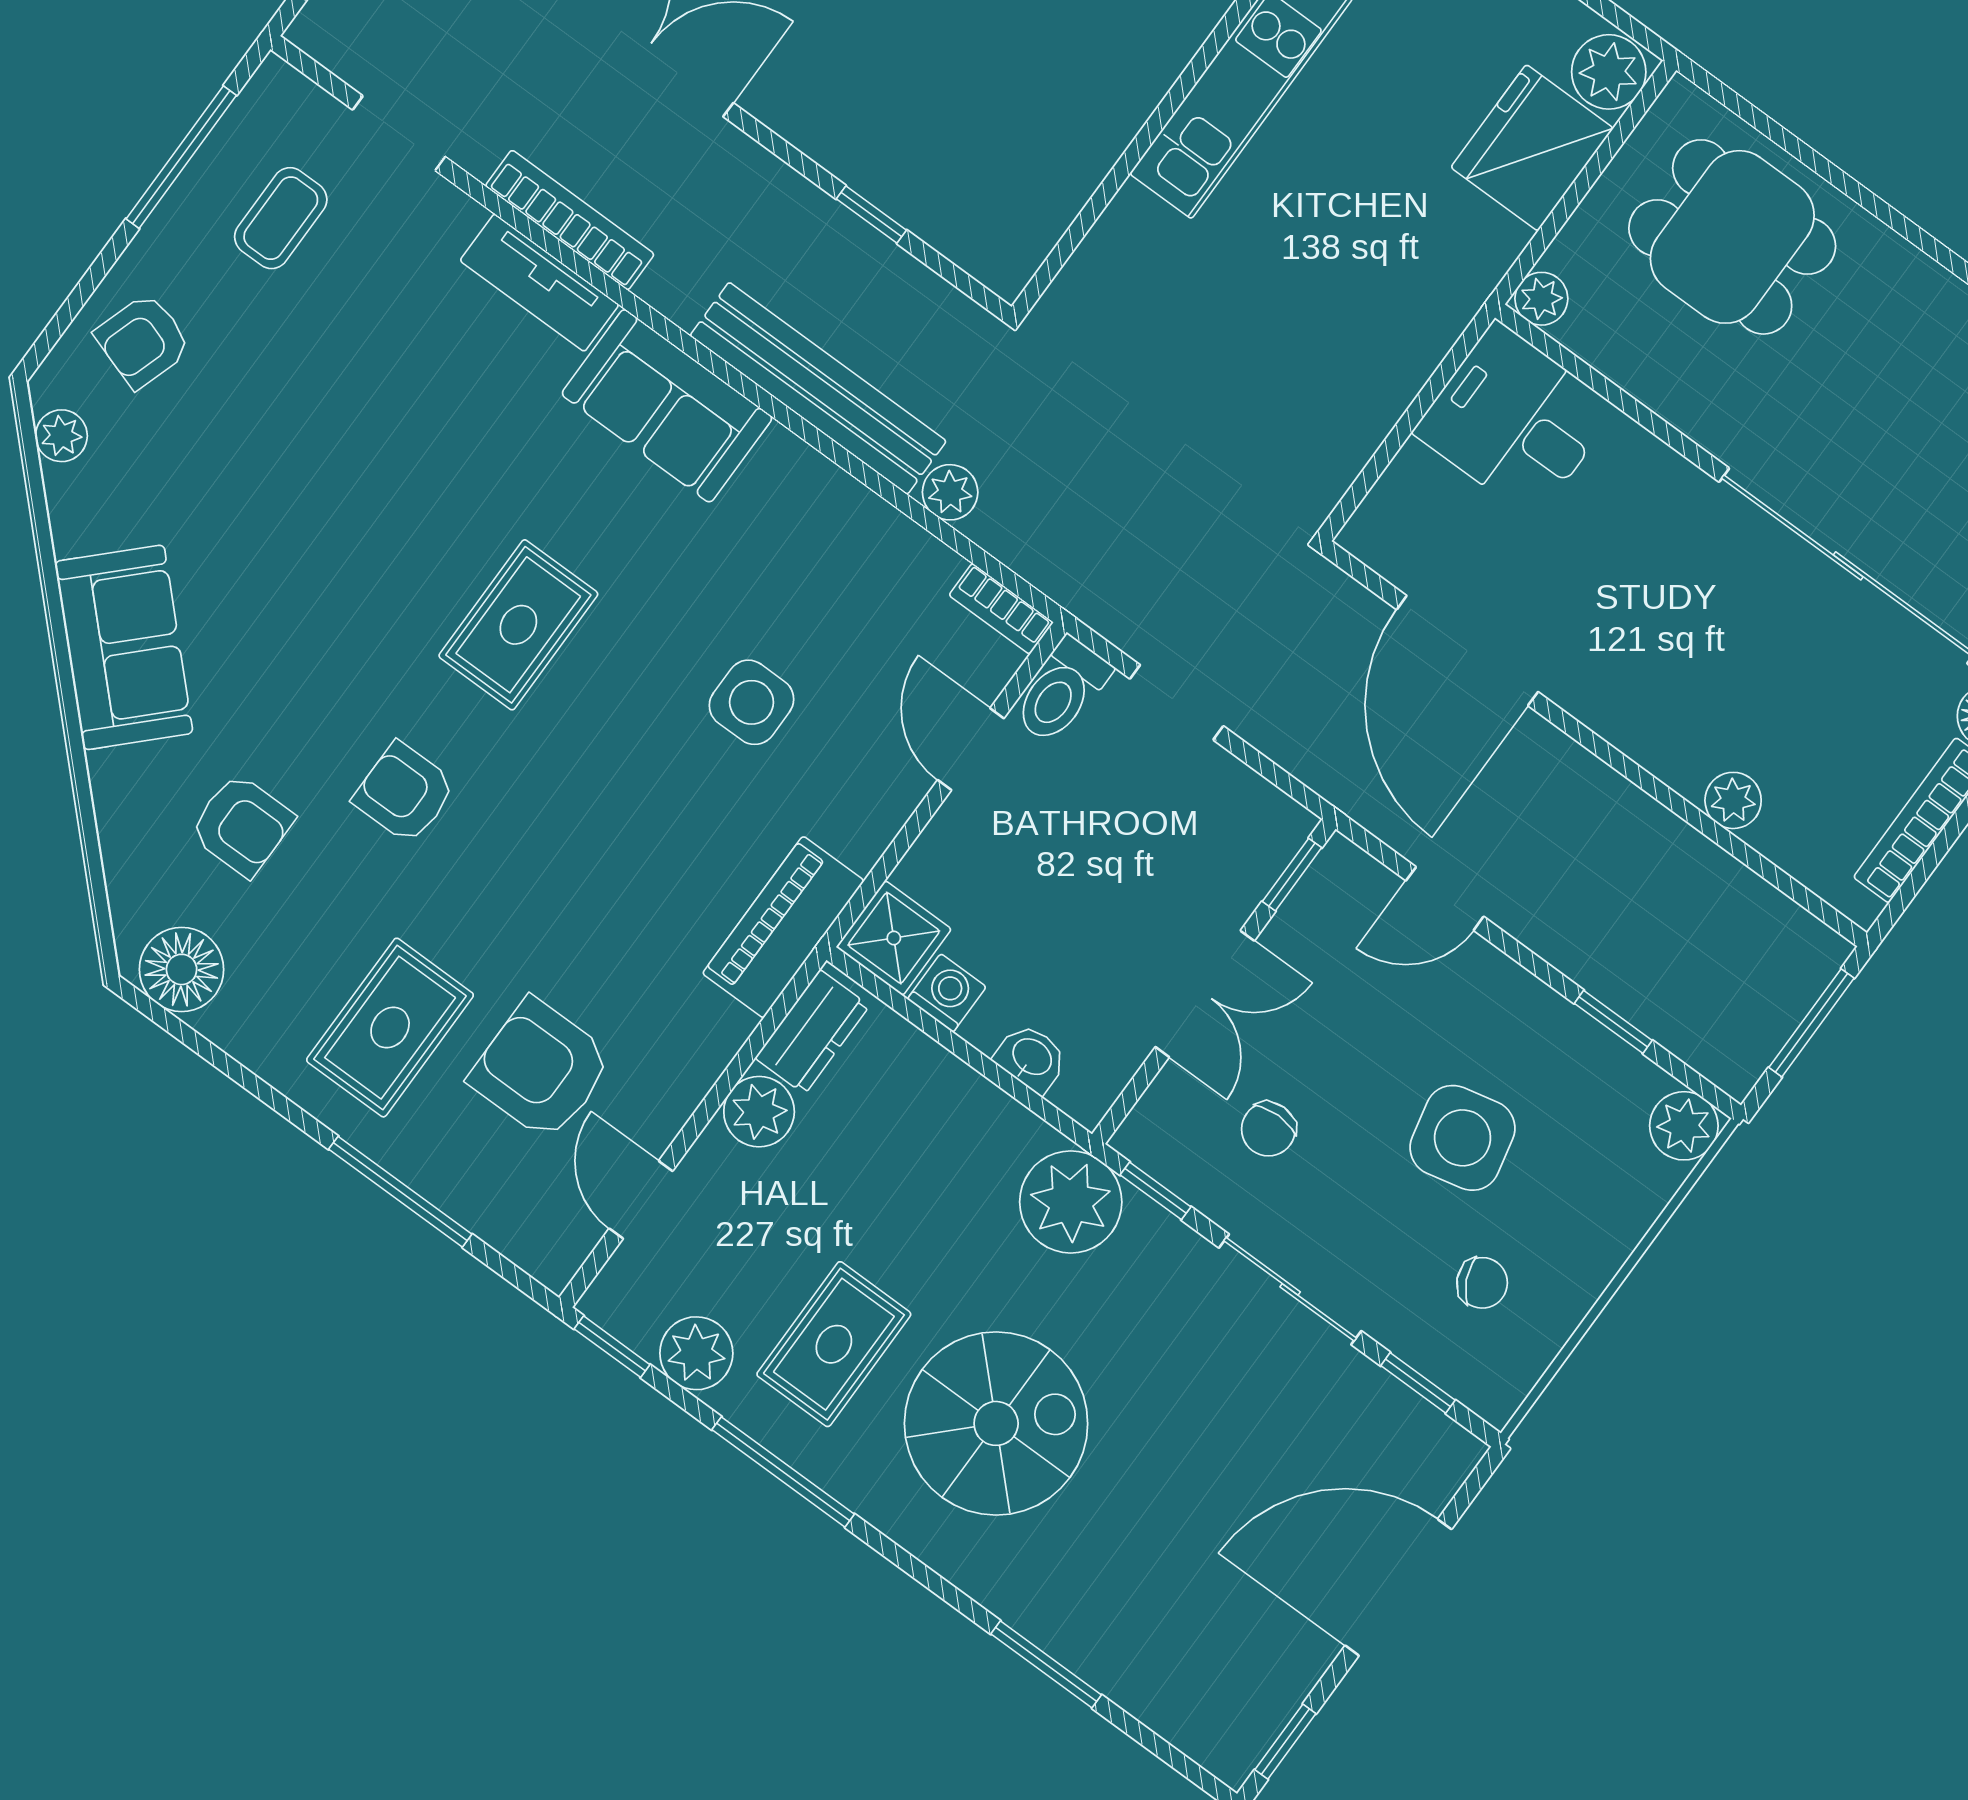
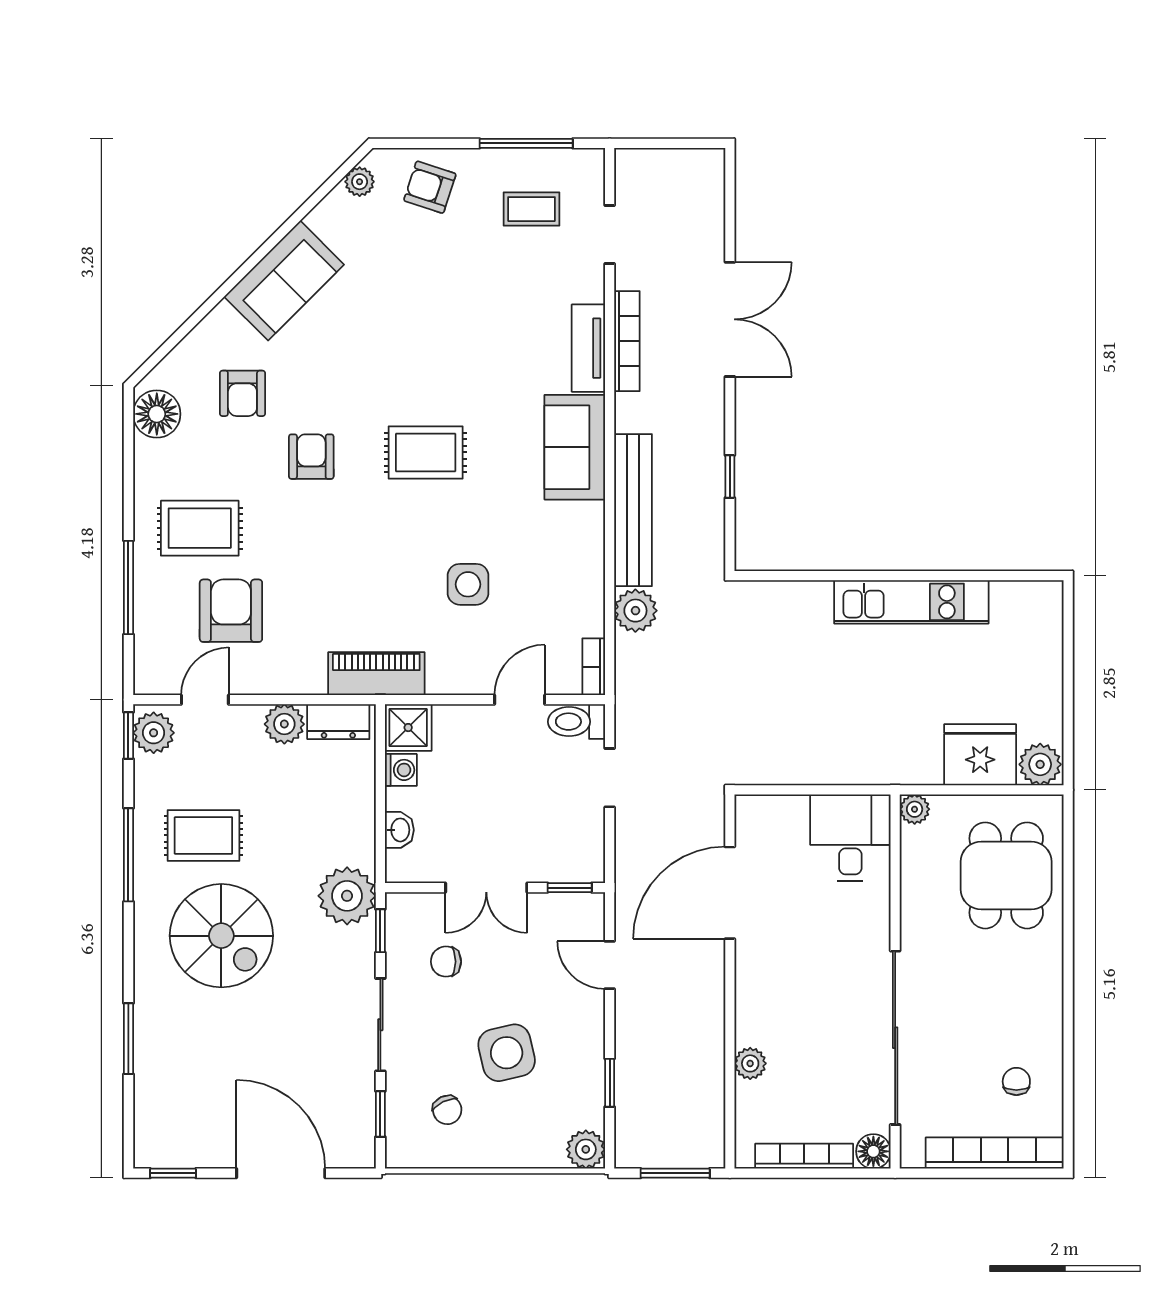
plant: (950, 492) -> (635, 611), width x1.38, depth x1.38
plant: (696, 1353) -> (154, 733), moved

